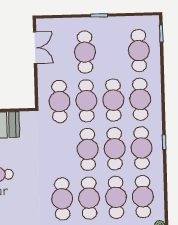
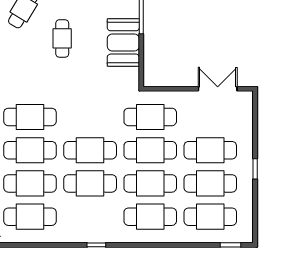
double door: (35, 48) -> (218, 89), swing flipped
cafe table: (142, 148) -> (210, 183), moved

